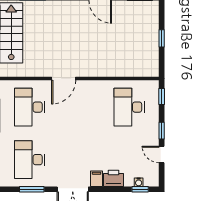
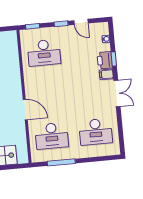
door: (162, 154) -> (81, 22), hinge flipped
window: (32, 189) -> (120, 128), removed
window: (140, 189) -> (114, 59), moved

